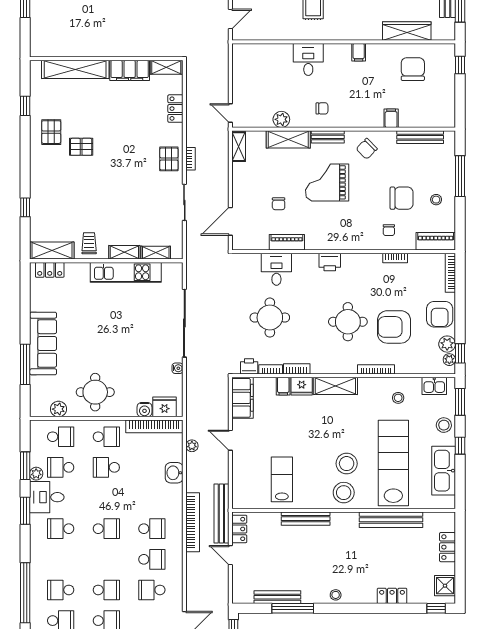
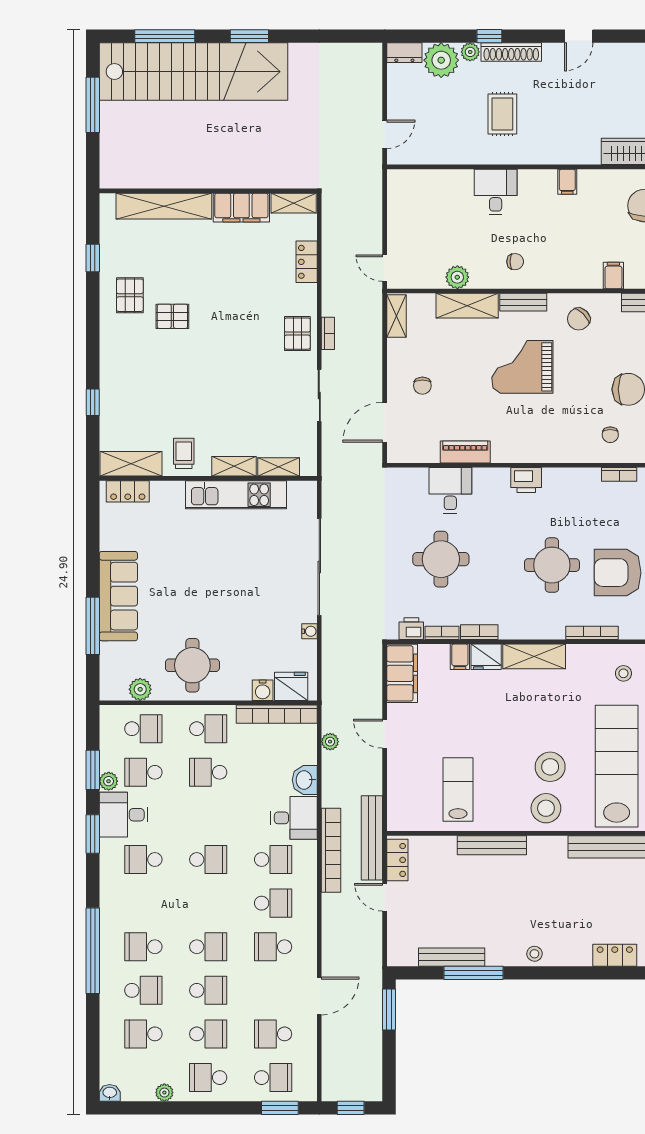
chair: (279, 204) -> (422, 386), moved
desk: (167, 499) -> (294, 818), added

